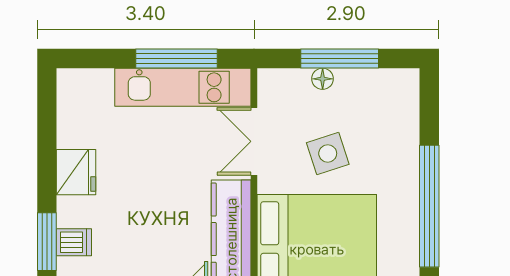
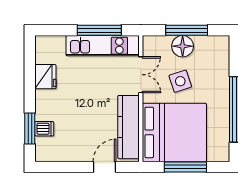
floor lamp: (323, 79) -> (183, 46), width x1.89, depth x1.89
double door: (254, 141) -> (141, 75), swing flipped
fridge: (76, 172) -> (45, 77), moved

